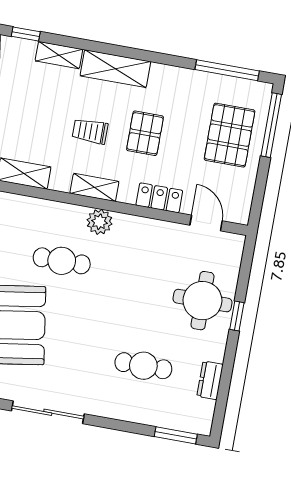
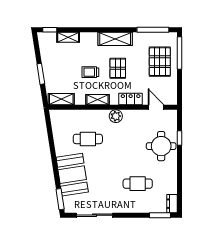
shelving: (115, 69) -> (115, 39), moved
plant: (100, 222) -> (116, 116), moved
window: (237, 316) -> (180, 138), moved
dresser: (210, 380) -> (172, 204), moved

